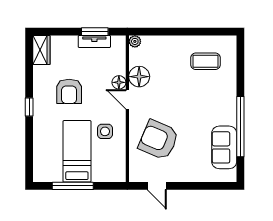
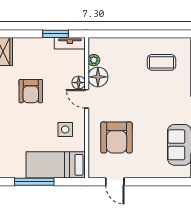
tv unit: (94, 41) -> (70, 43), moved
plant: (135, 41) -> (94, 60), moved
armchair: (159, 140) -> (117, 137), turned -113
bed: (77, 151) -> (56, 165), moved, turned -90

